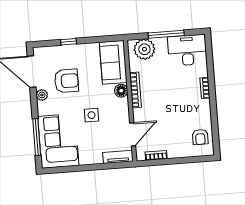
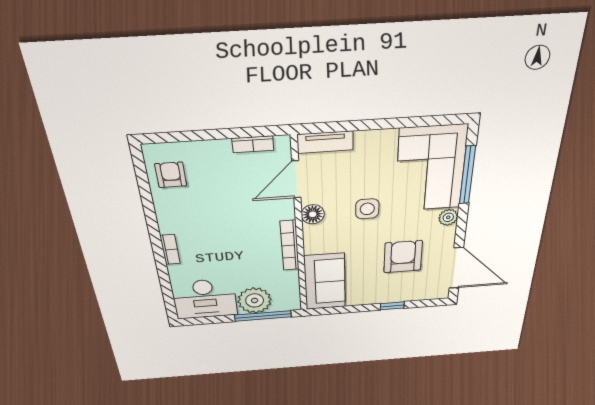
window: (166, 34) -> (263, 316), moved
plant: (144, 49) -> (255, 300), moved
armchair: (66, 81) -> (403, 257), turned 90
floor lamp: (121, 91) -> (313, 214), moved
plant: (42, 95) -> (448, 217), moved

